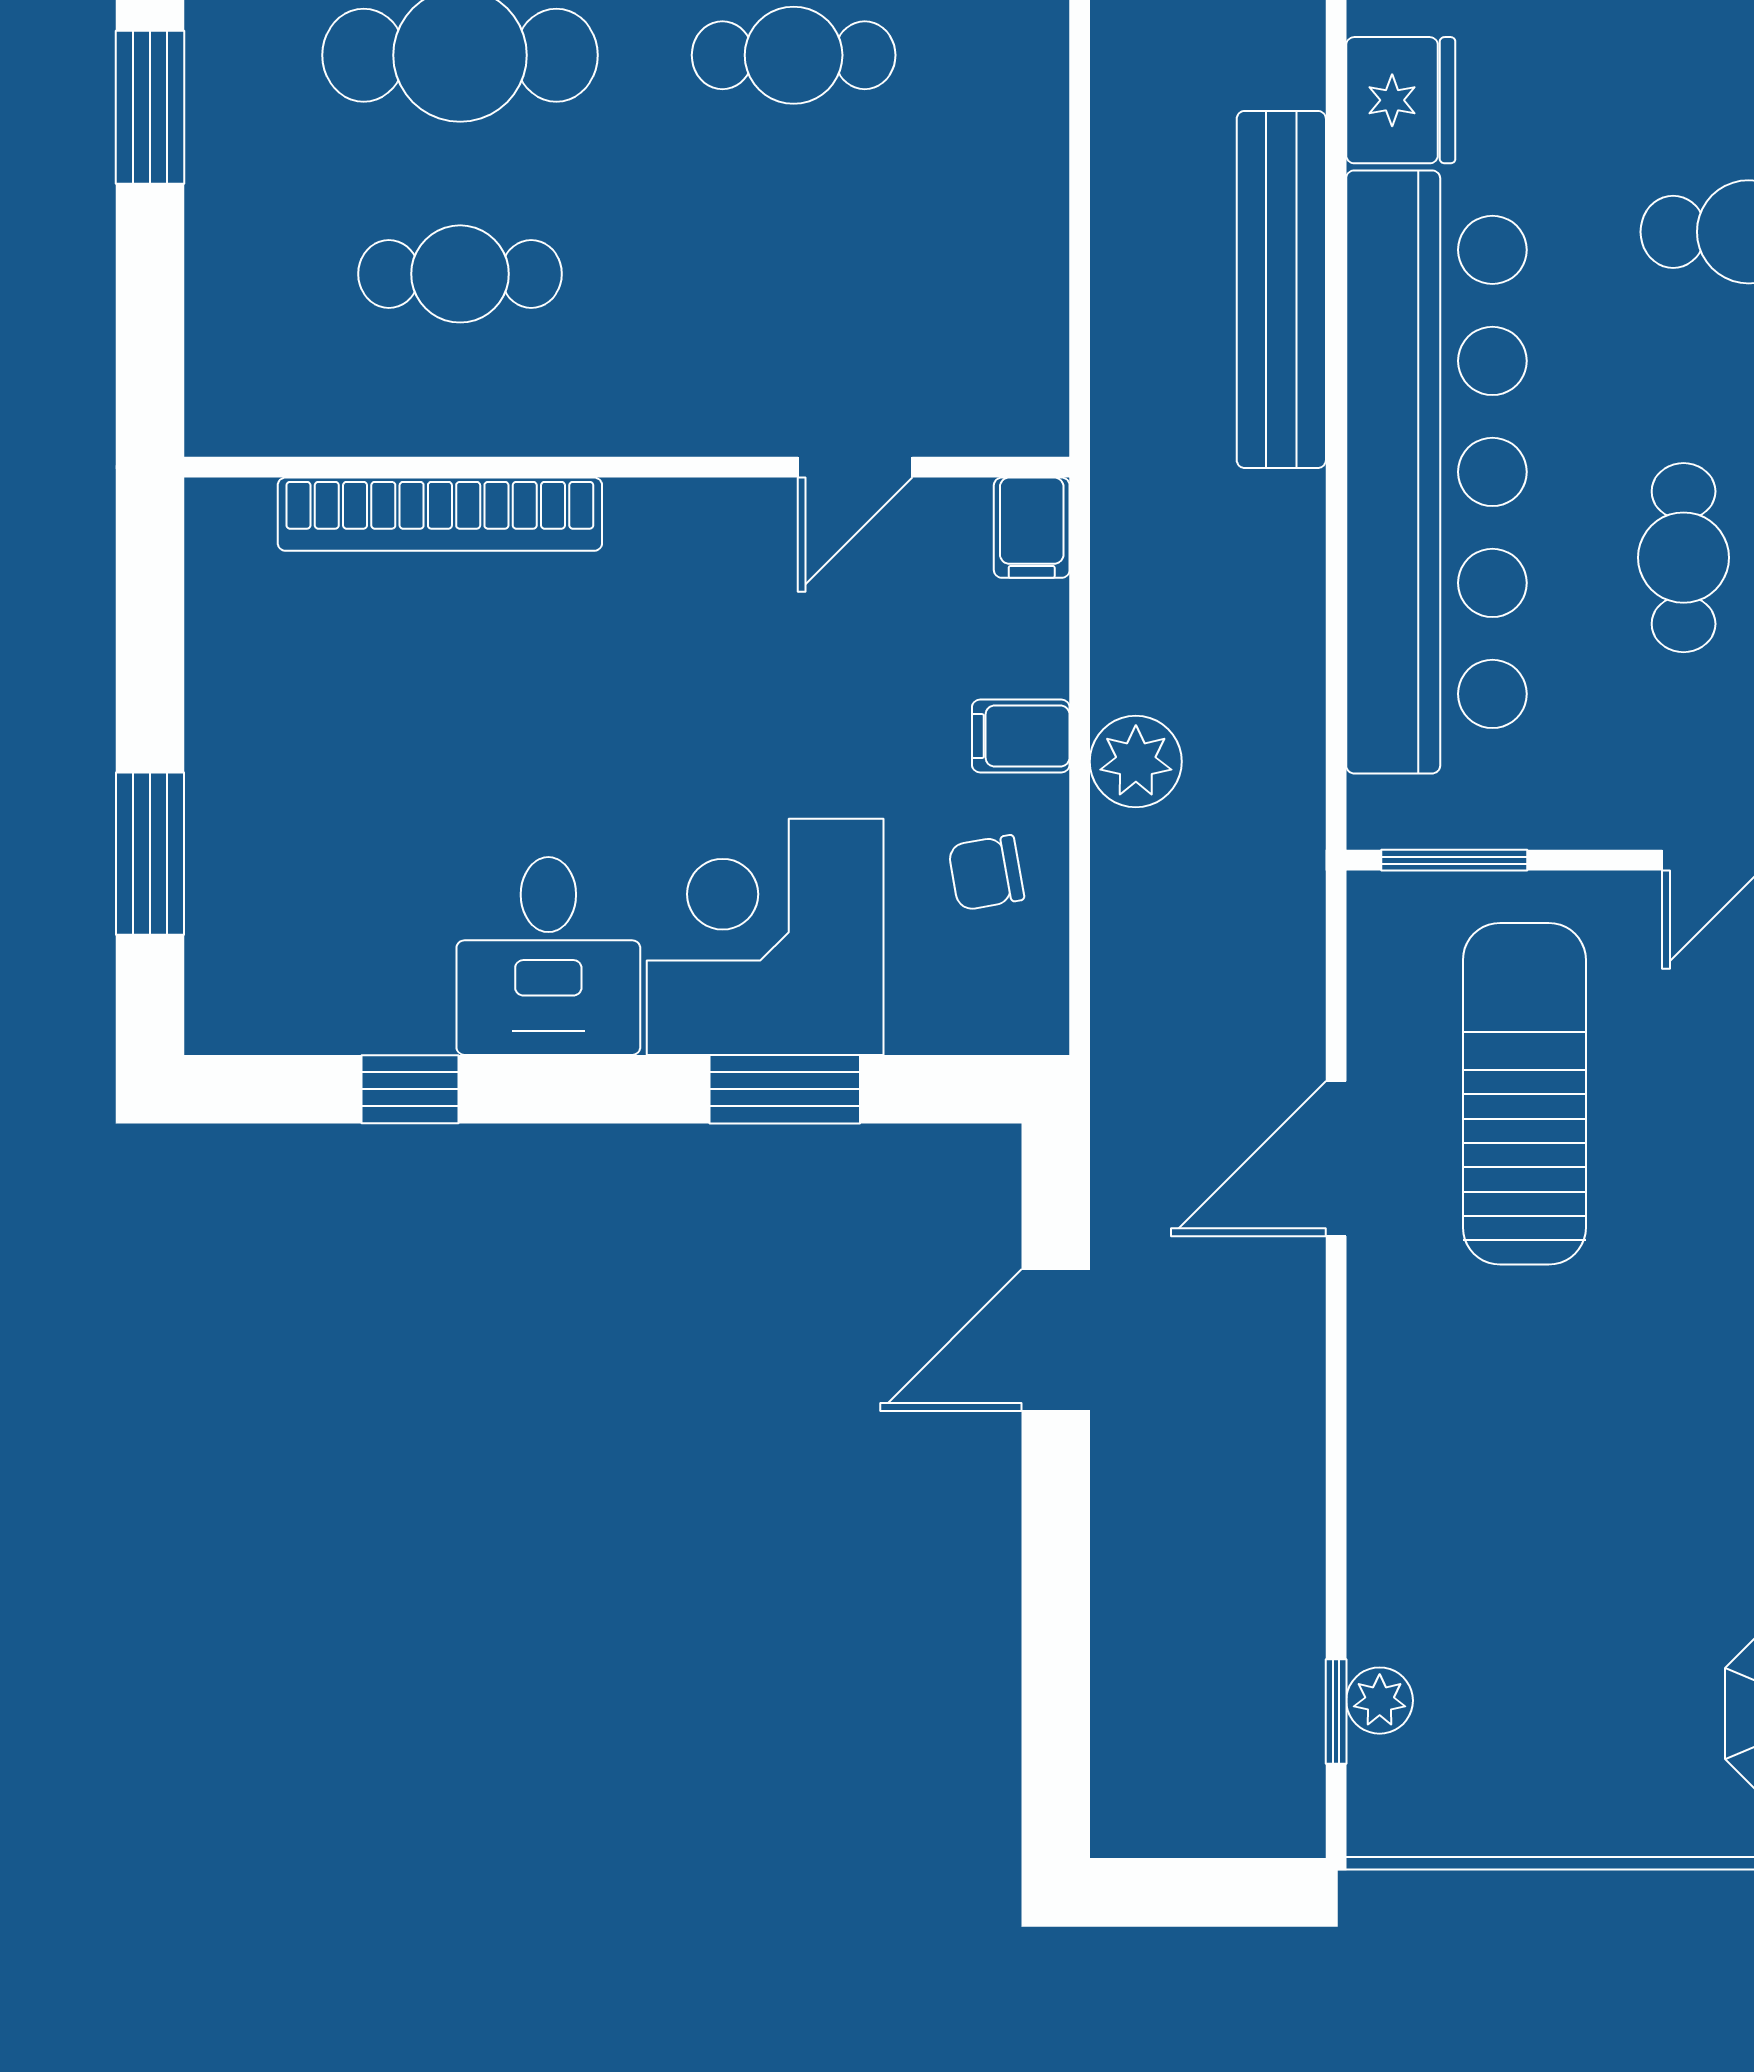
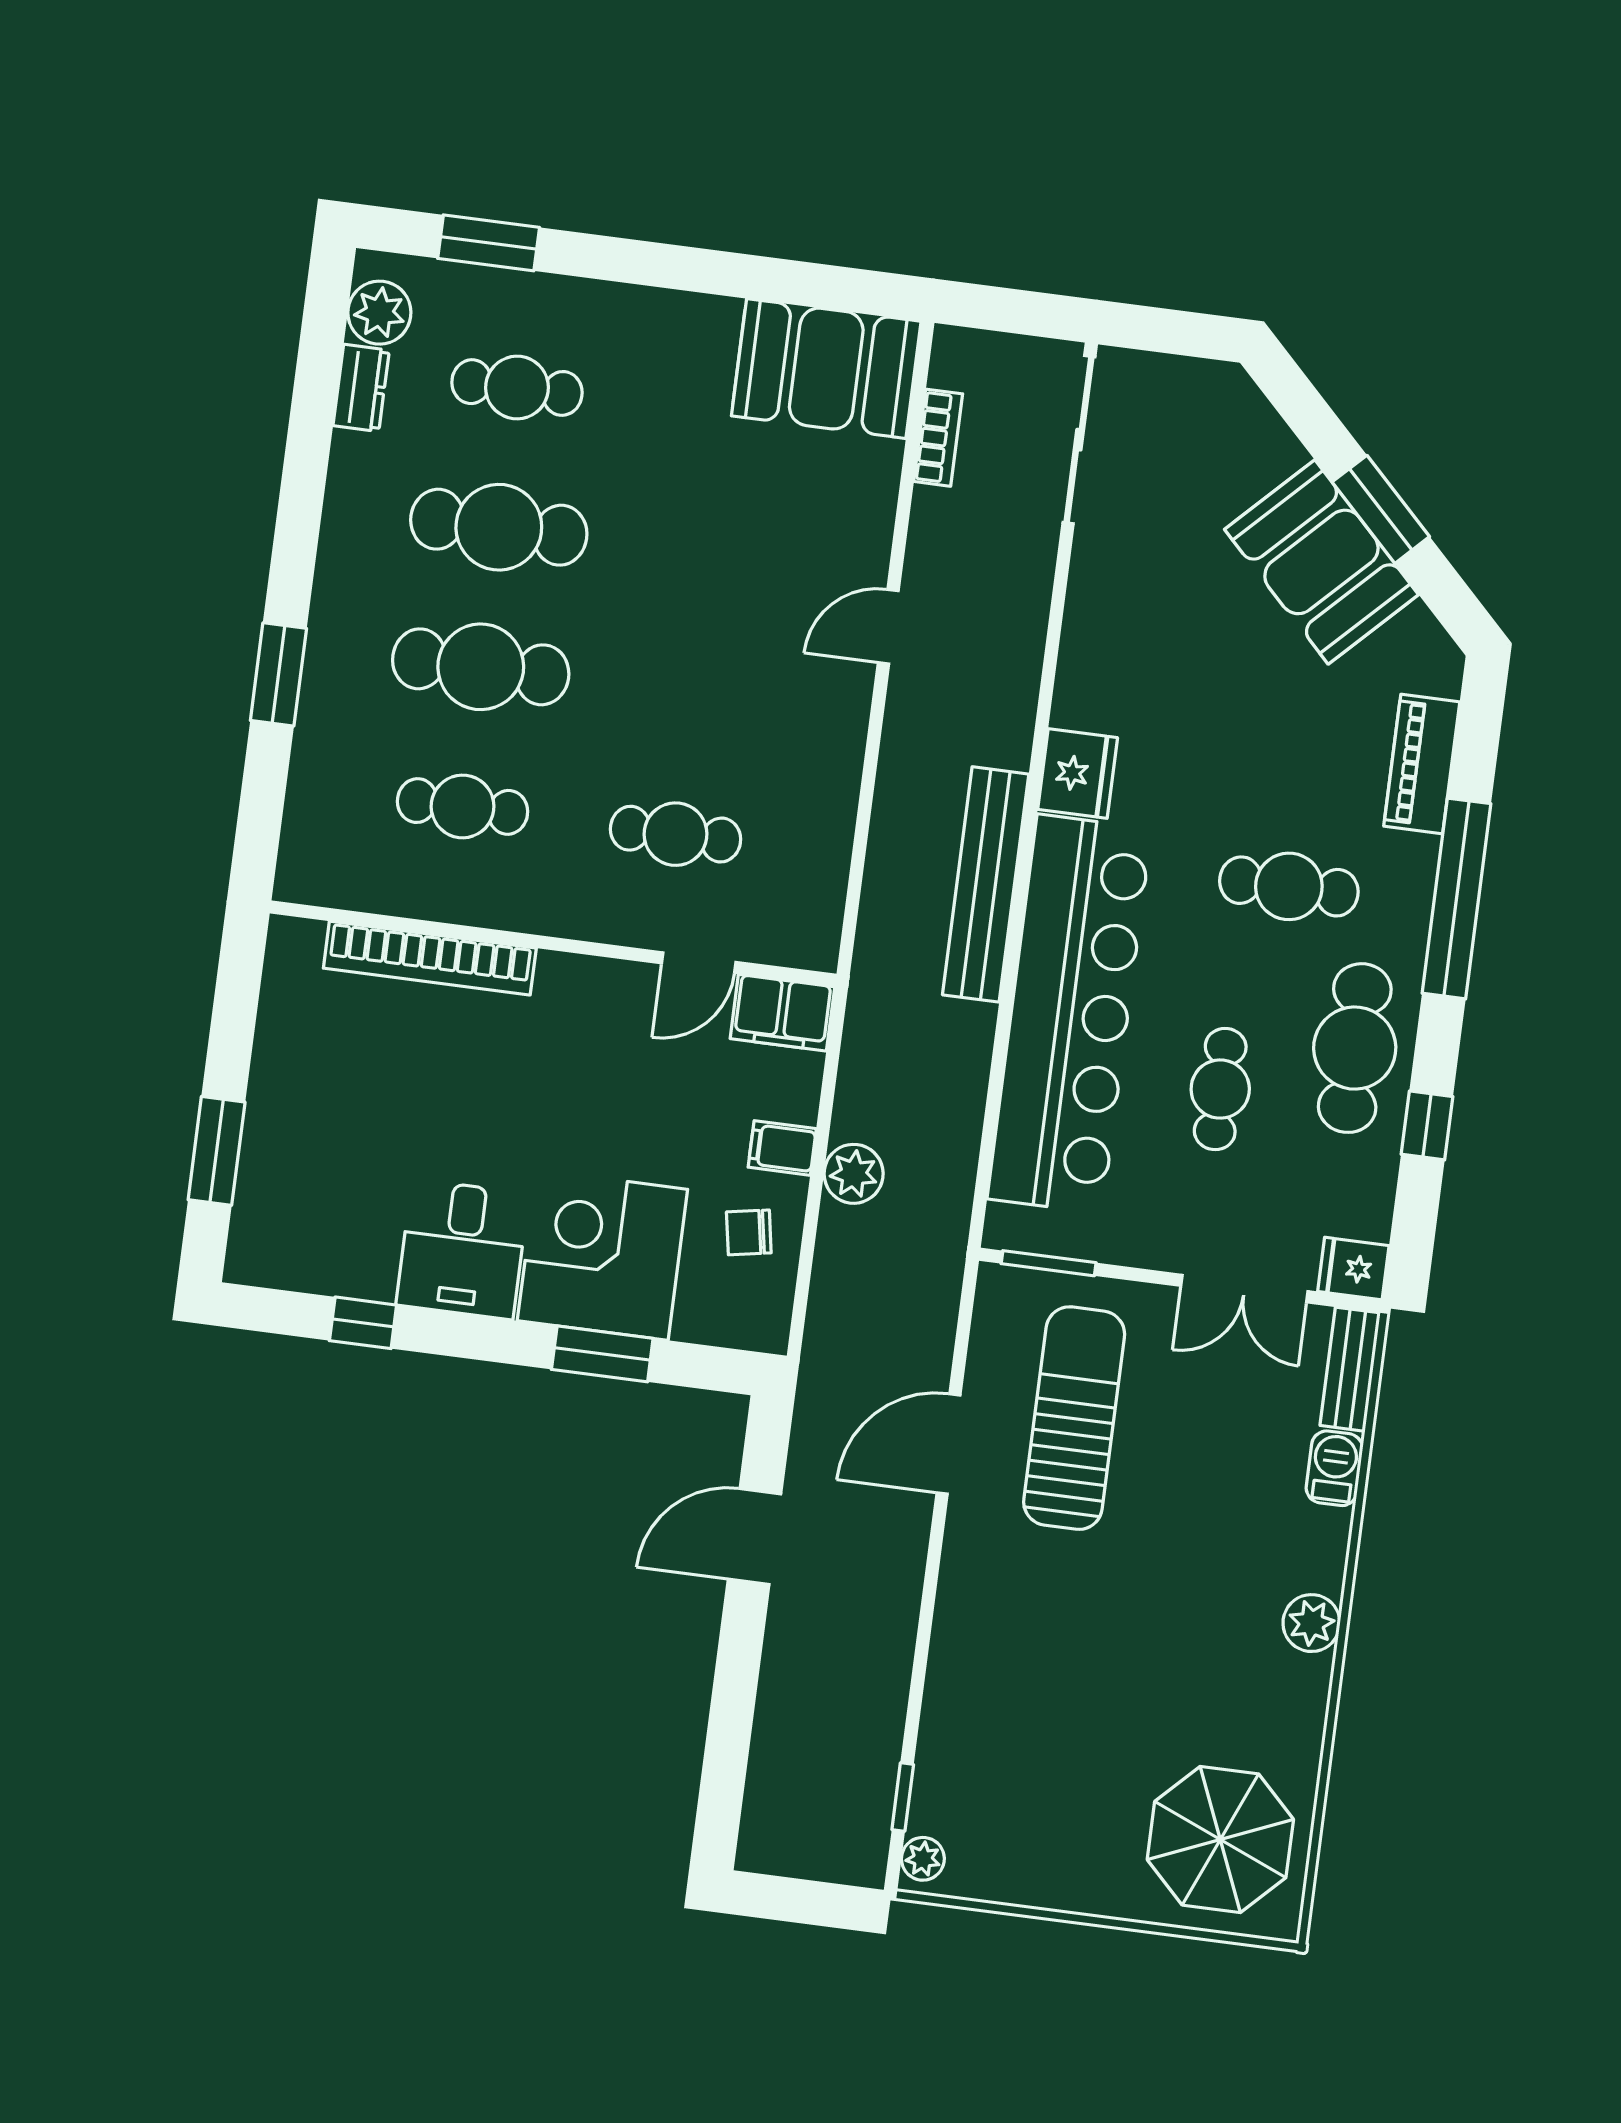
cafe table: (794, 55) -> (676, 834), moved
filing cabinet: (1032, 528) -> (782, 1013), width x2.00
plant: (1380, 1701) -> (923, 1859), moved

